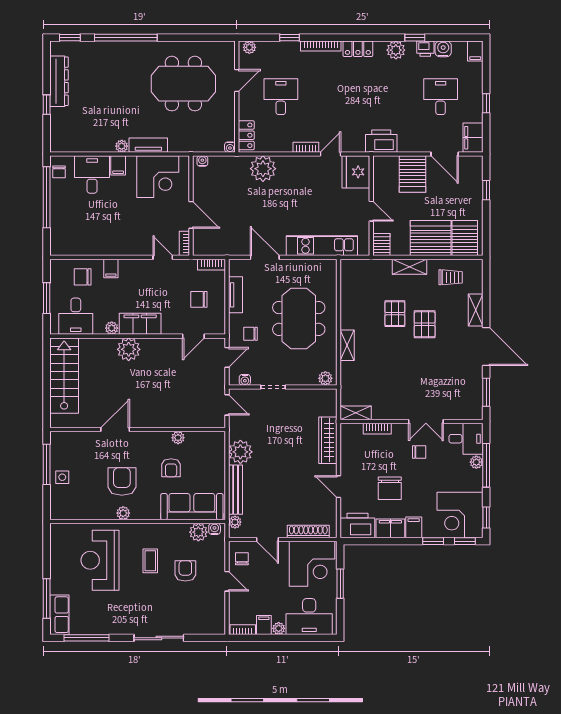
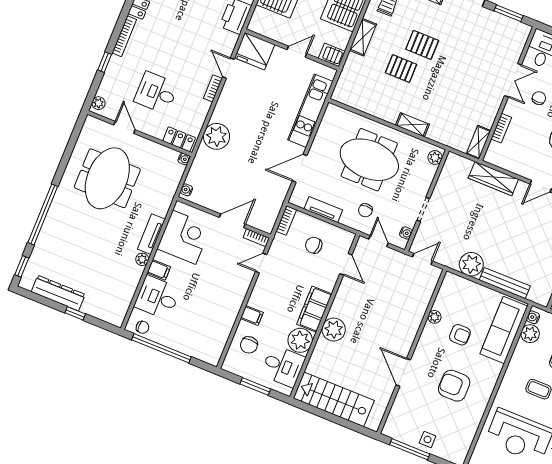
chair: (199, 299) -> (314, 245), turned 94
plant: (112, 328) -> (300, 340), width x1.87, depth x1.87
plant: (123, 513) -> (484, 396), removed
plant: (235, 522) -> (534, 296), removed

